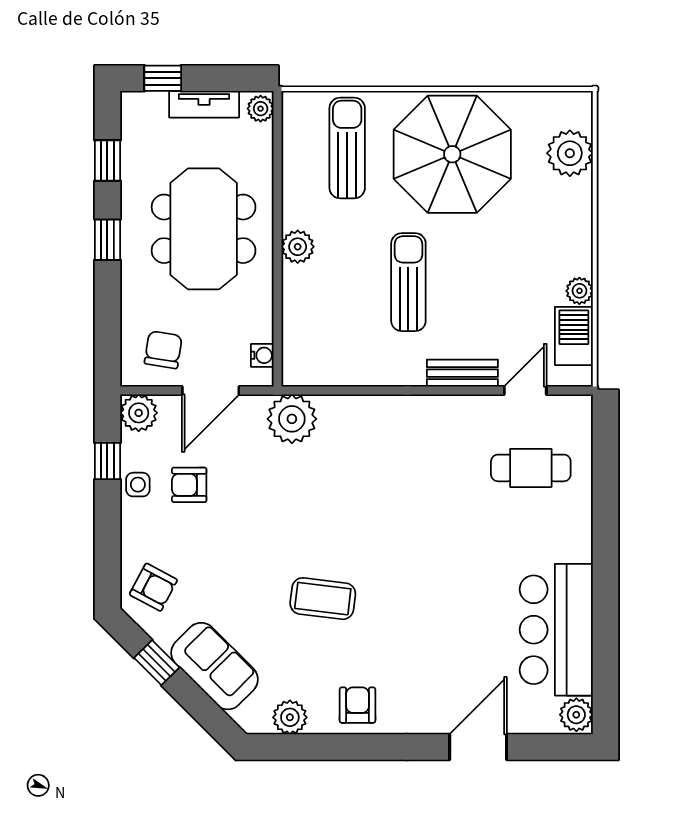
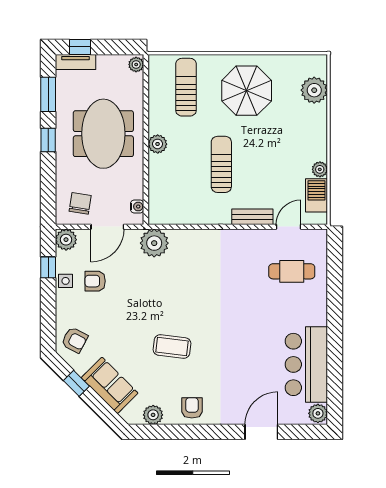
tv unit: (204, 104) -> (75, 62), moved
parasol: (452, 154) -> (247, 91), width x0.73, depth x0.73
window: (107, 160) -> (48, 94), width x1.50

